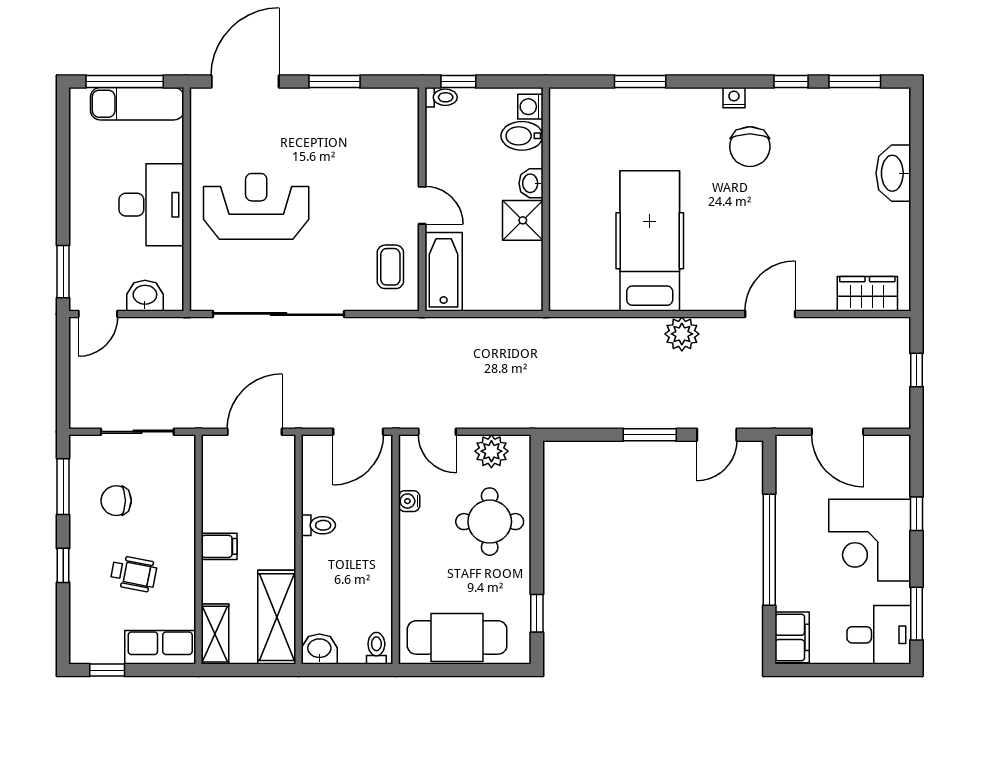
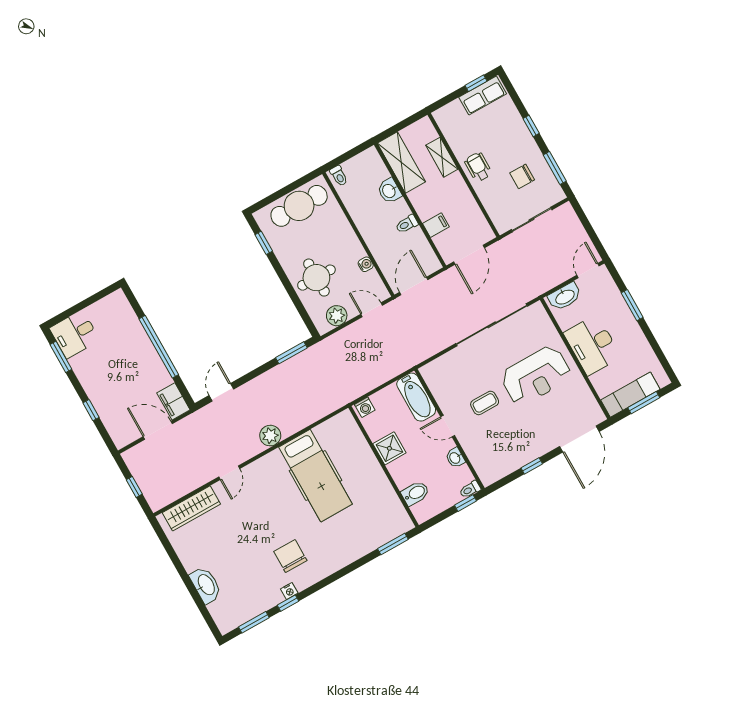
window: (125, 82) -> (644, 403), width x0.69
window: (334, 82) -> (532, 466), width x0.67
window: (640, 82) -> (393, 544), moved
nightstand: (734, 98) -> (289, 591), moved
washing machine: (530, 107) -> (365, 407), moved, turned 90
washbasin: (531, 183) -> (455, 458), moved, turned 180
coffee table: (390, 267) -> (485, 403), moved, turned 90
window: (63, 272) -> (632, 305), moved
wardrobe: (867, 294) -> (191, 508), width x1.50
washbasin: (145, 296) -> (565, 297), width x1.38
door: (770, 314) -> (229, 473), width x0.73
window: (650, 435) -> (291, 353), moved
chair: (116, 501) -> (522, 176), turned 180
corner desk: (870, 540) -> (108, 382), removed
filing cabinet: (219, 546) -> (436, 225), moved, turned 180
wheelchair: (134, 574) -> (478, 167), moved, turned 79
shelving: (215, 634) -> (442, 157), moved
filing cabinet: (792, 637) -> (173, 401), moved
row of seats: (160, 647) -> (483, 96), moved
washbasin: (319, 649) -> (389, 191), moved, turned 90

